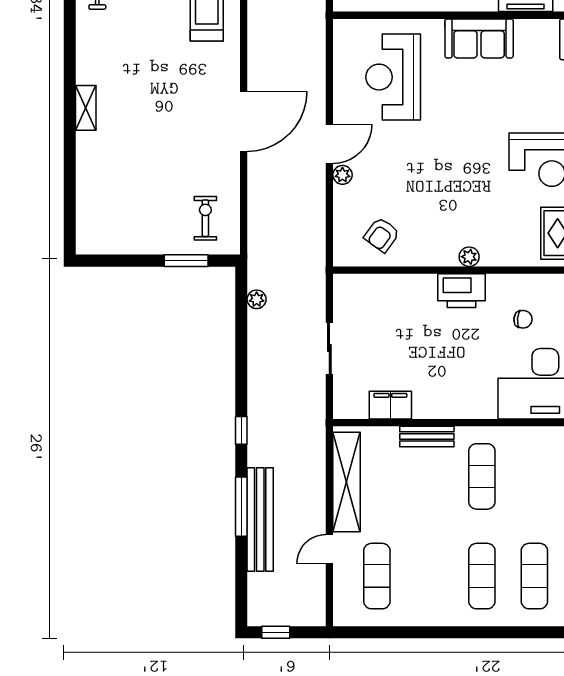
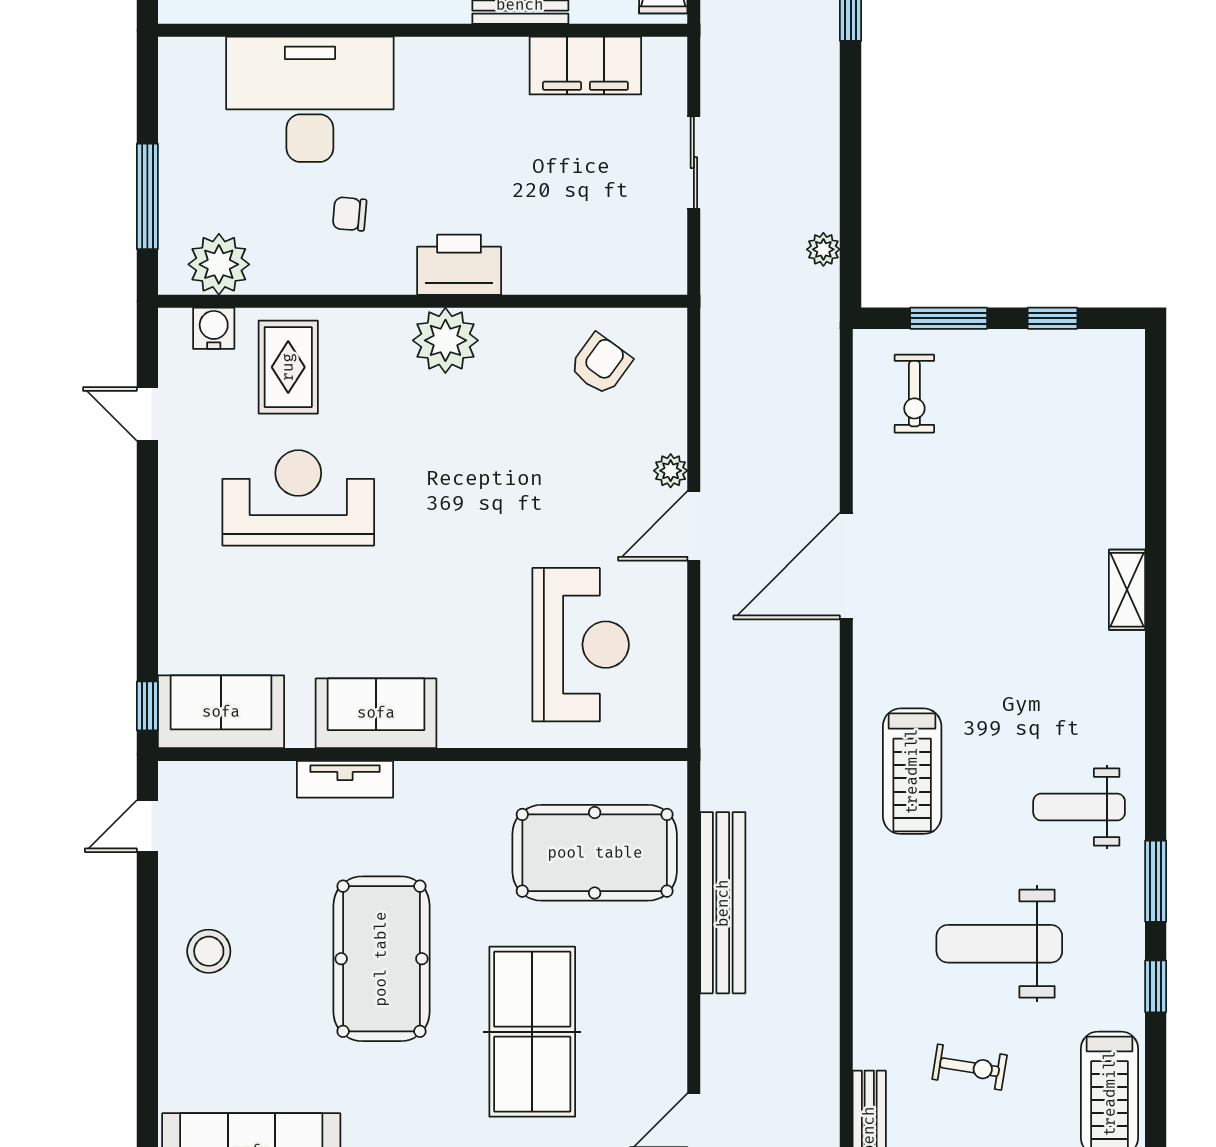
sofa: (479, 38) -> (376, 713), moved
plant: (469, 257) -> (445, 340), width x1.87, depth x1.87
window: (128, 261) -> (1052, 318), added
filing cabinet: (390, 405) -> (585, 65), width x1.50, depth x1.17

